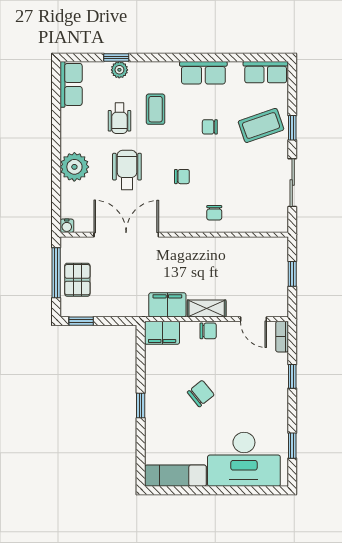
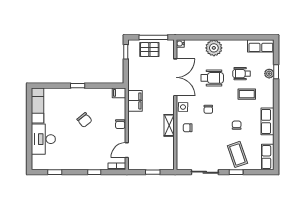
side table: (178, 221) -> (183, 107), added
shelving: (207, 309) -> (169, 125), moved
filing cabinet: (162, 333) -> (119, 93), width x0.50
desk: (244, 459) -> (43, 139), width x0.73, depth x0.77

